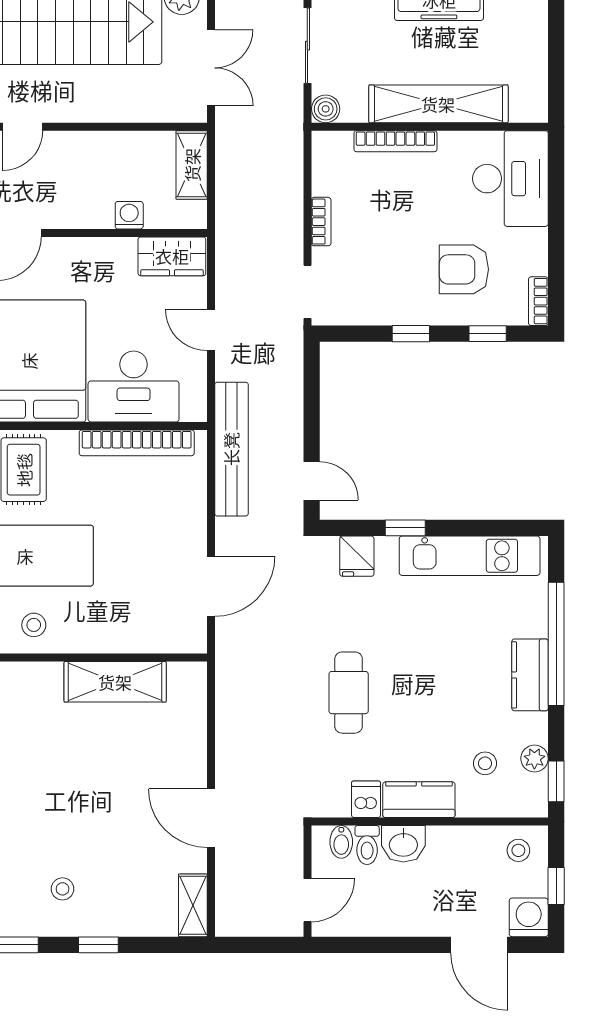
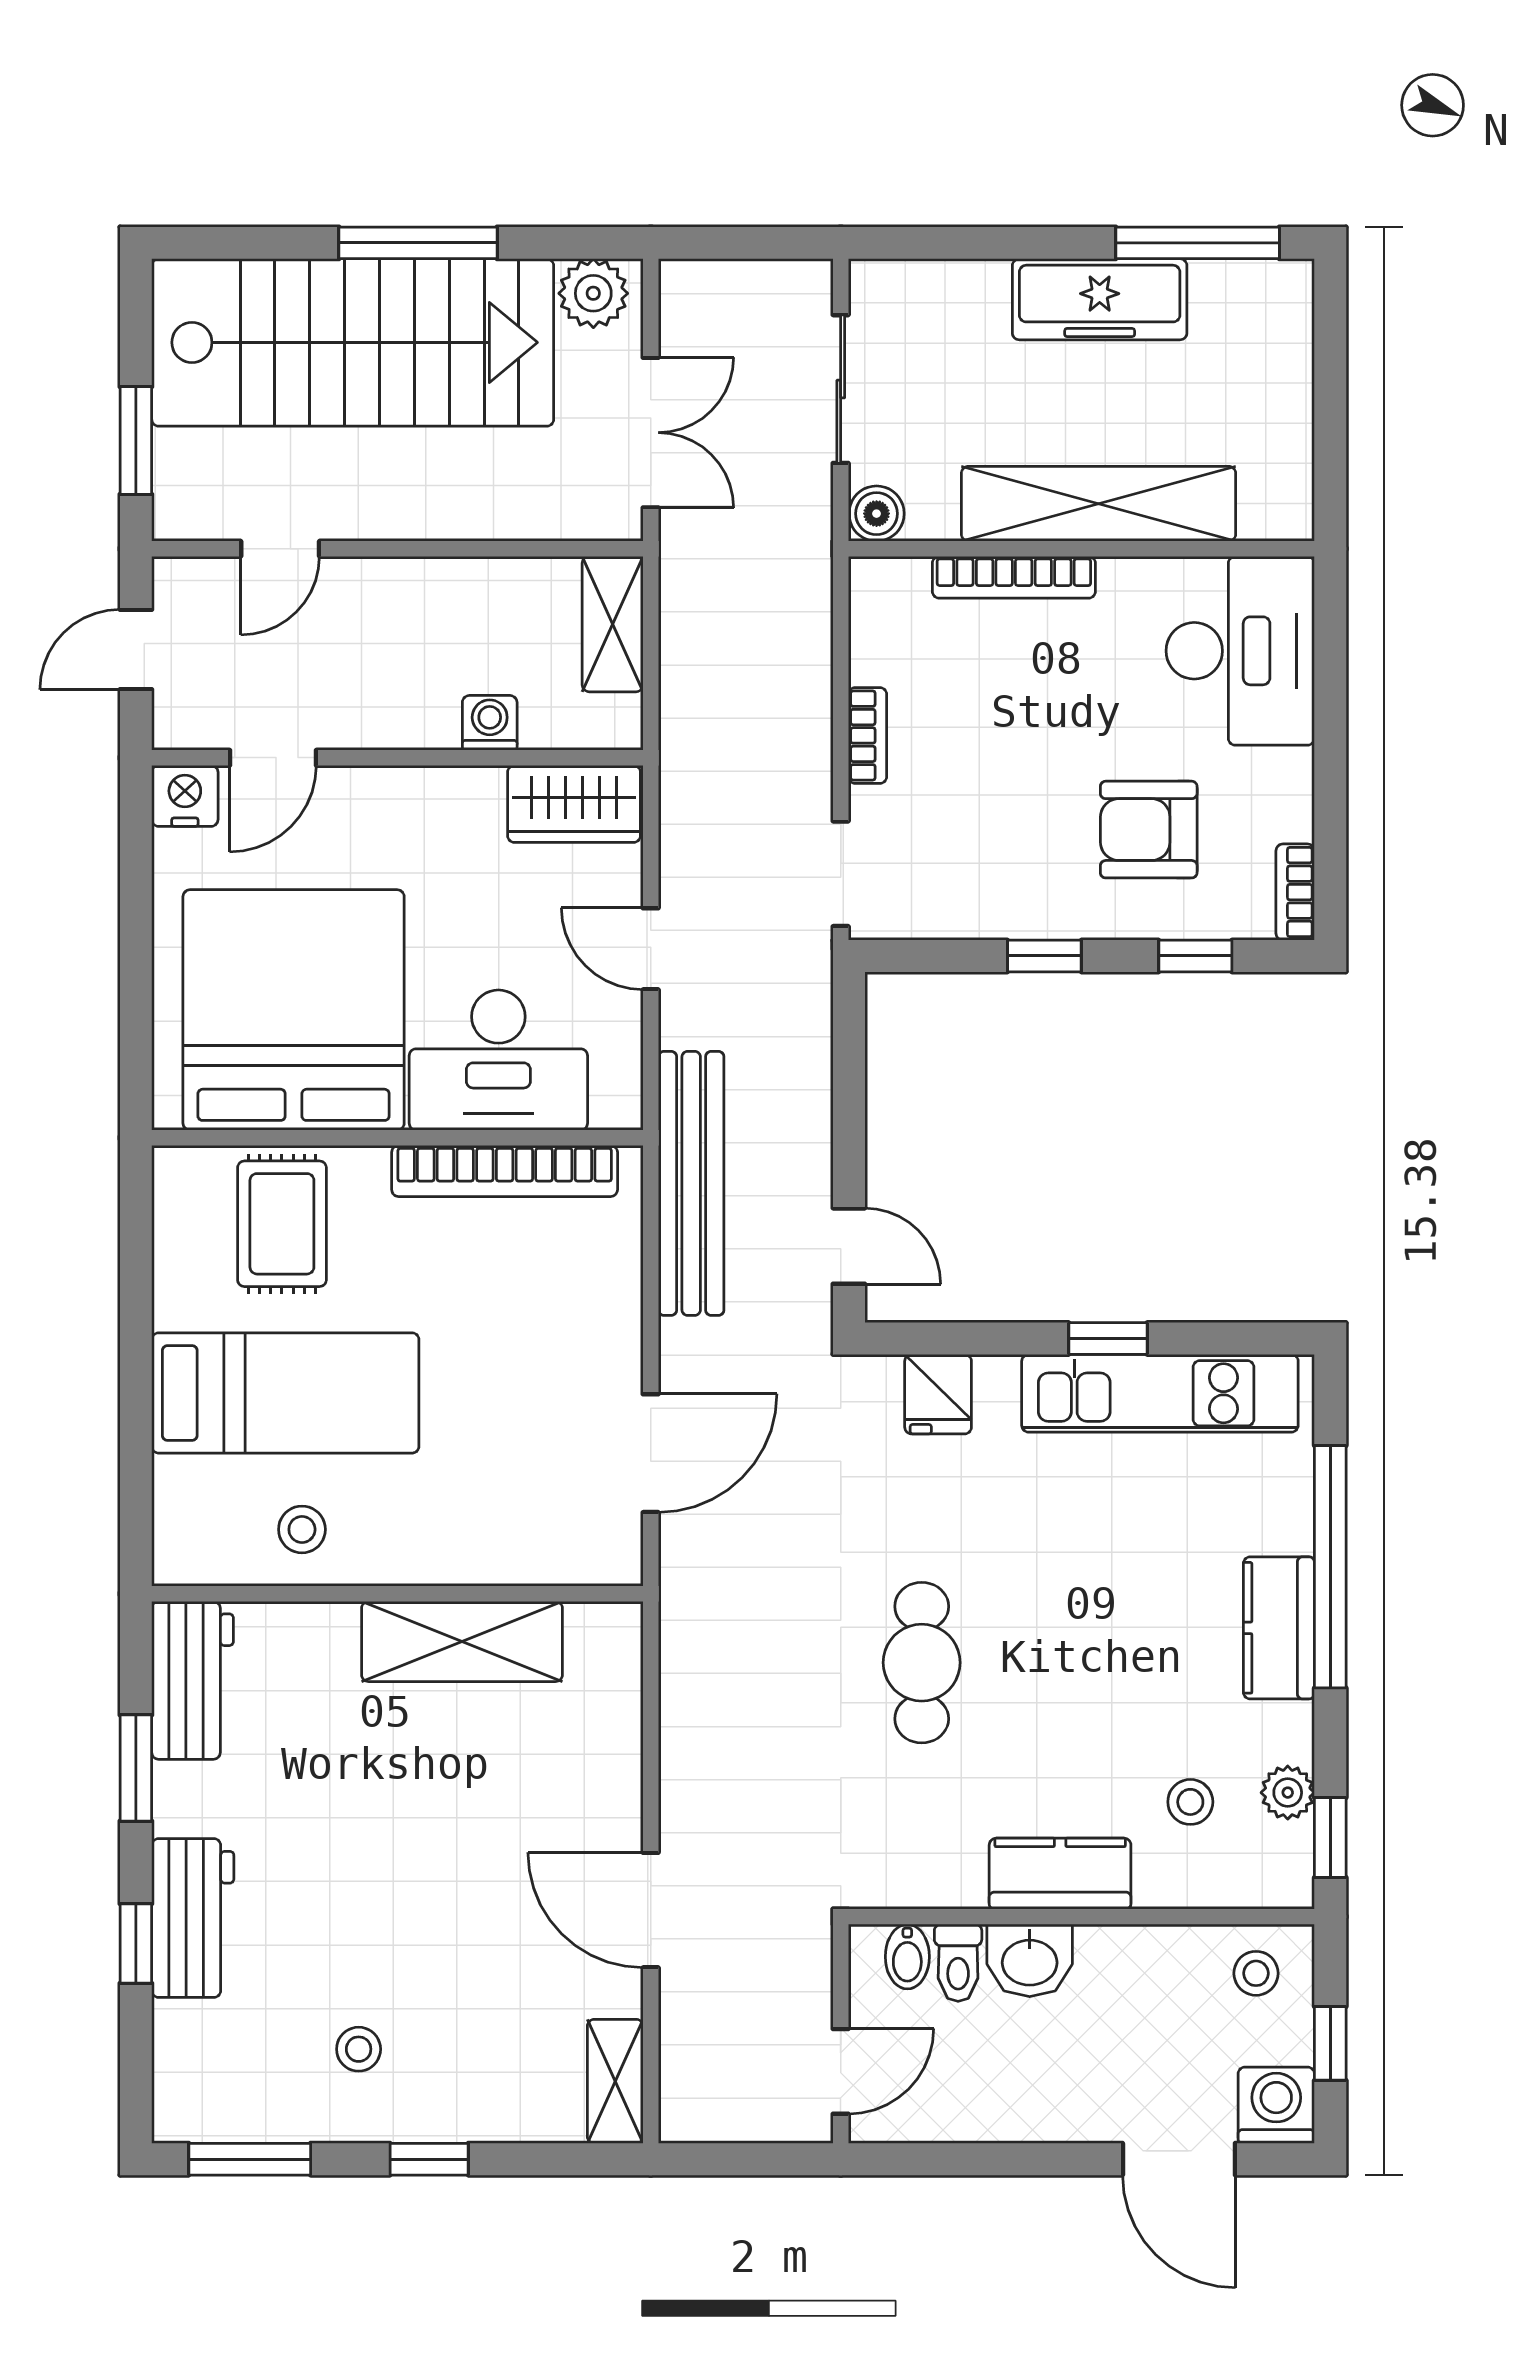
window: (405, 528) -> (1108, 1338), moved
dishwasher: (366, 799) -> (956, 1873), removed

